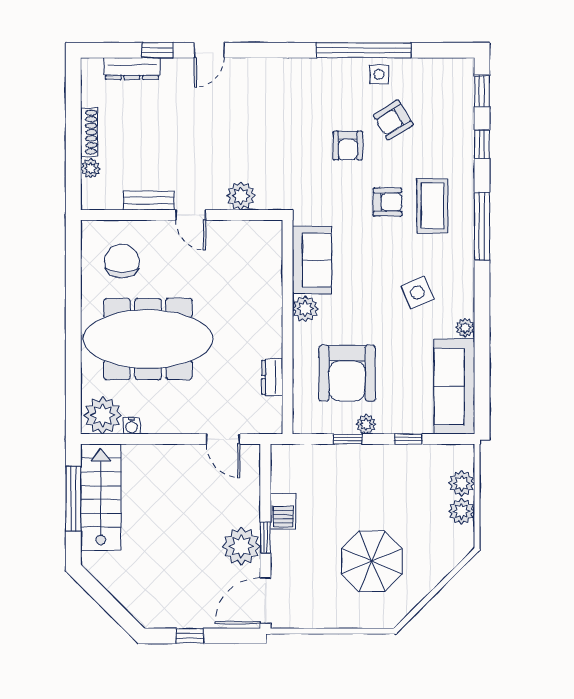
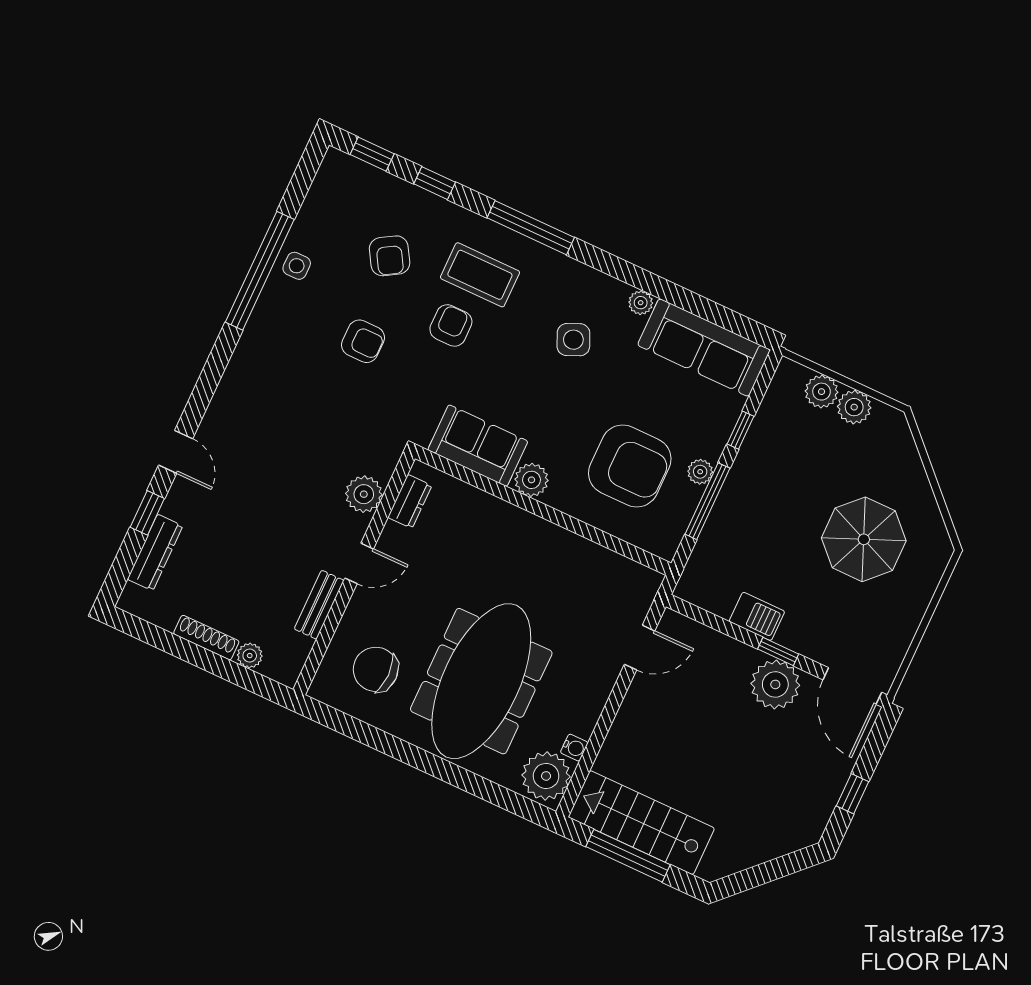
armchair: (393, 120) -> (390, 256), moved
dresser: (272, 377) -> (410, 501), moved, turned -90
window: (348, 439) -> (707, 501), width x2.17

